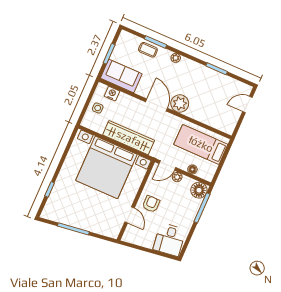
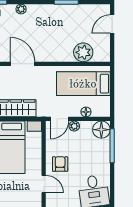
plant: (180, 103) -> (83, 52), moved

